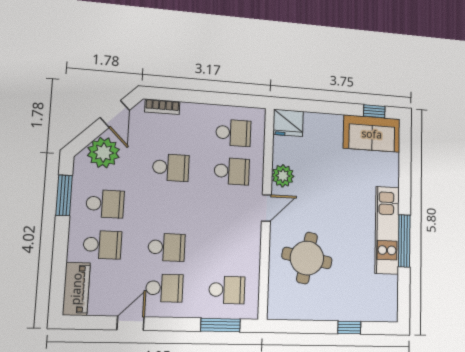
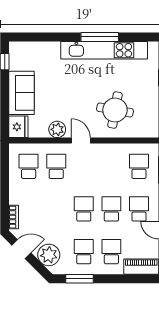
sofa: (372, 134) -> (22, 93), moved
school desk: (171, 167) -> (84, 209), moved
kitchen unit: (387, 230) -> (104, 50), width x1.36

